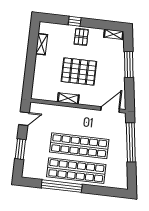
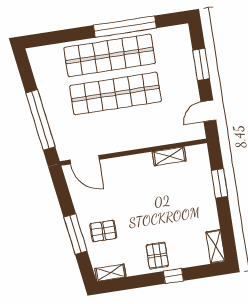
shelving: (42, 44) -> (216, 247), moved
window: (30, 71) -> (220, 183), added
pallet: (79, 71) -> (103, 231), moved, width x0.49, depth x0.50
shelving: (68, 98) -> (169, 156), moved
door: (110, 110) -> (85, 160), hinge flipped

